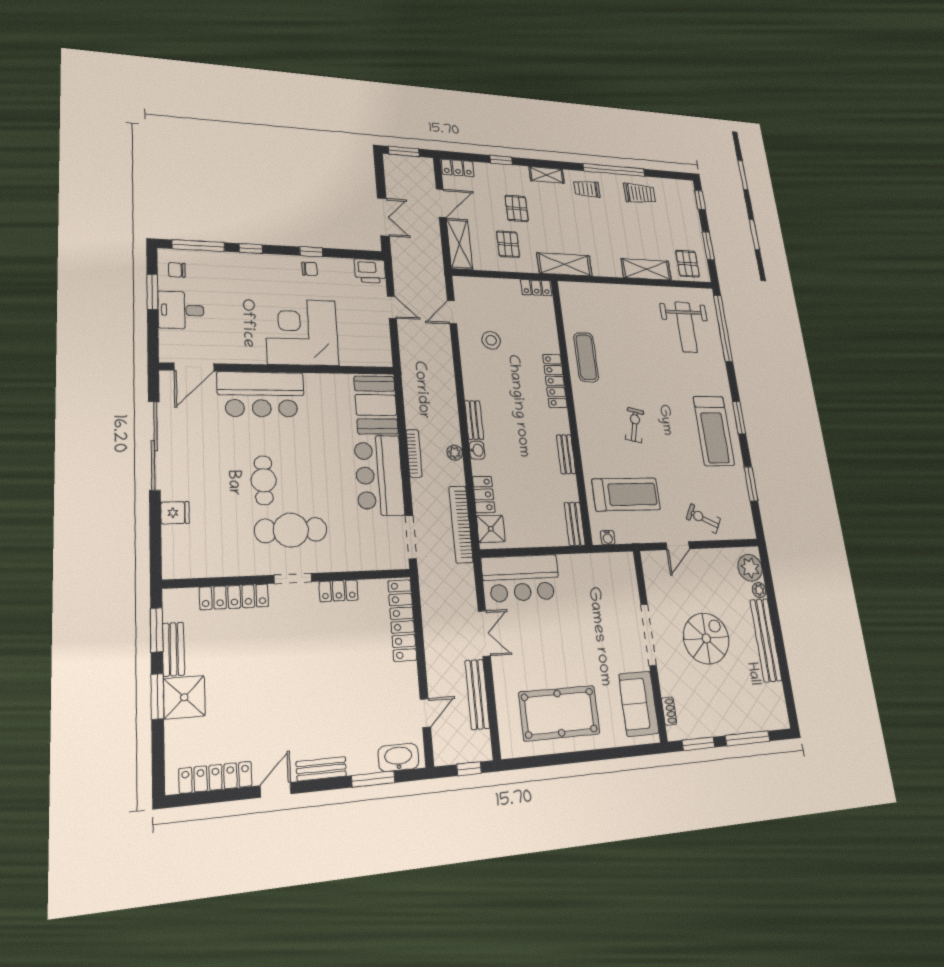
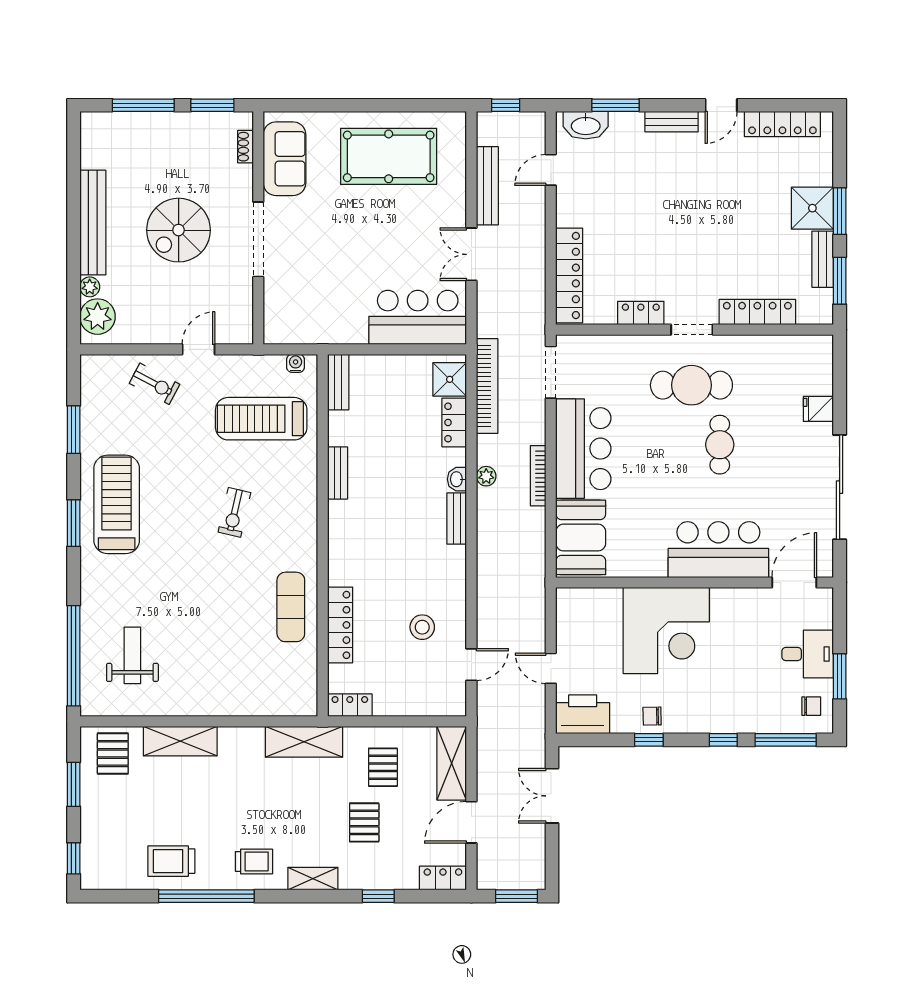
printer: (370, 271) -> (583, 714), width x1.37, depth x1.19
weight bench: (686, 327) -> (132, 655), width x0.73, depth x0.75
locker: (555, 381) -> (340, 625), moved

